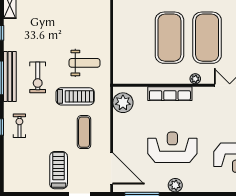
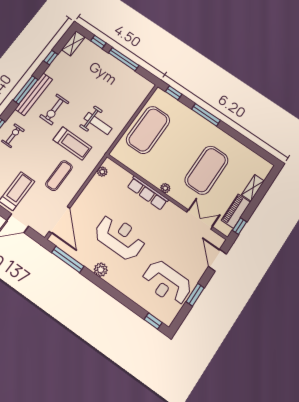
exercise mat: (169, 38) -> (148, 130), moved
plant: (195, 79) -> (165, 188), moved
plant: (123, 103) -> (102, 172), width x0.53, depth x0.53

